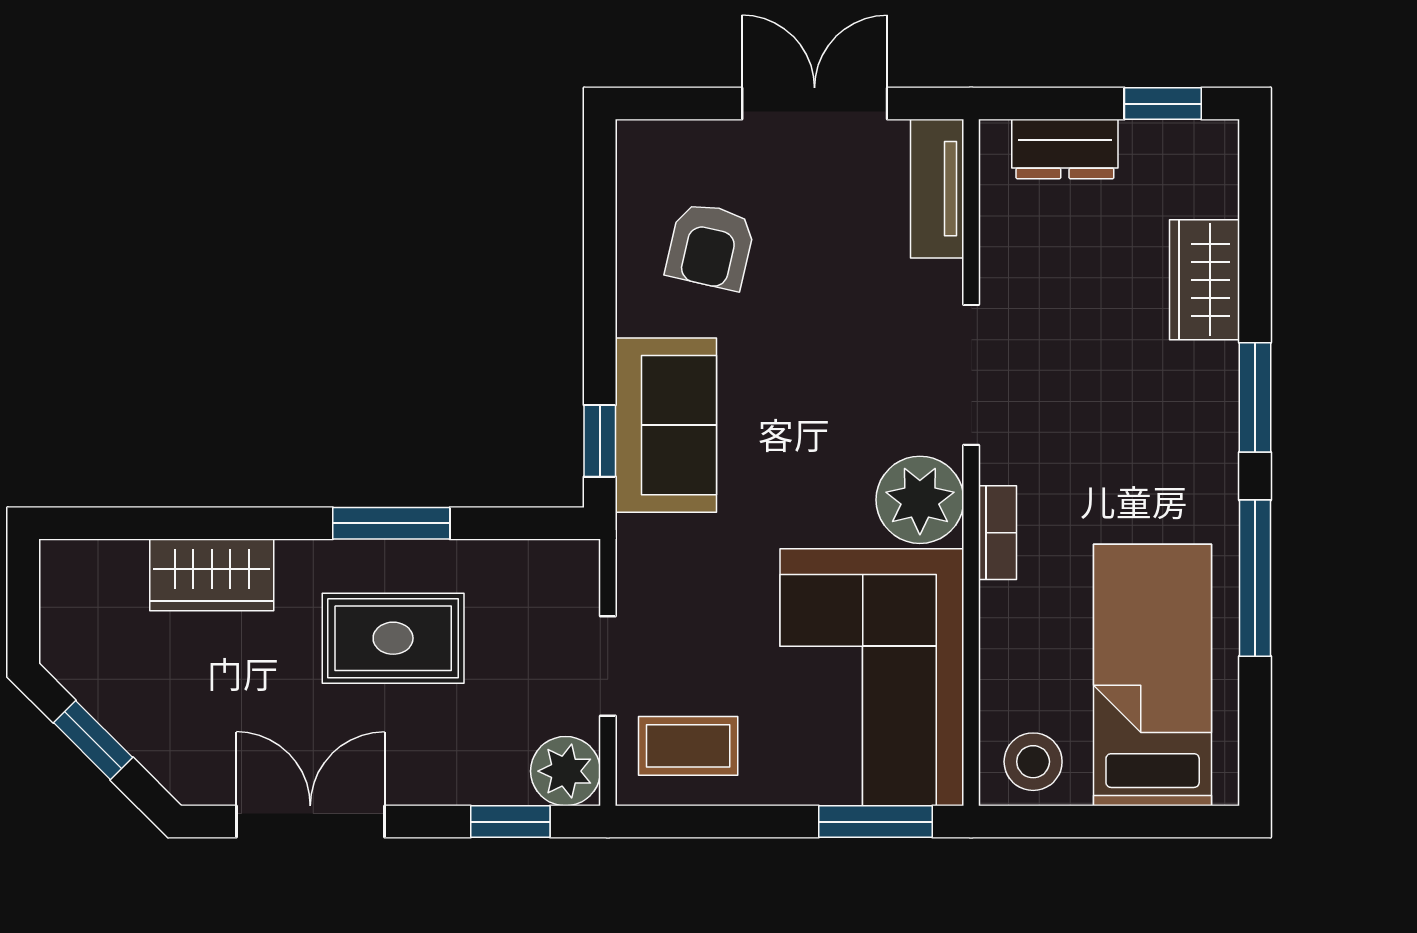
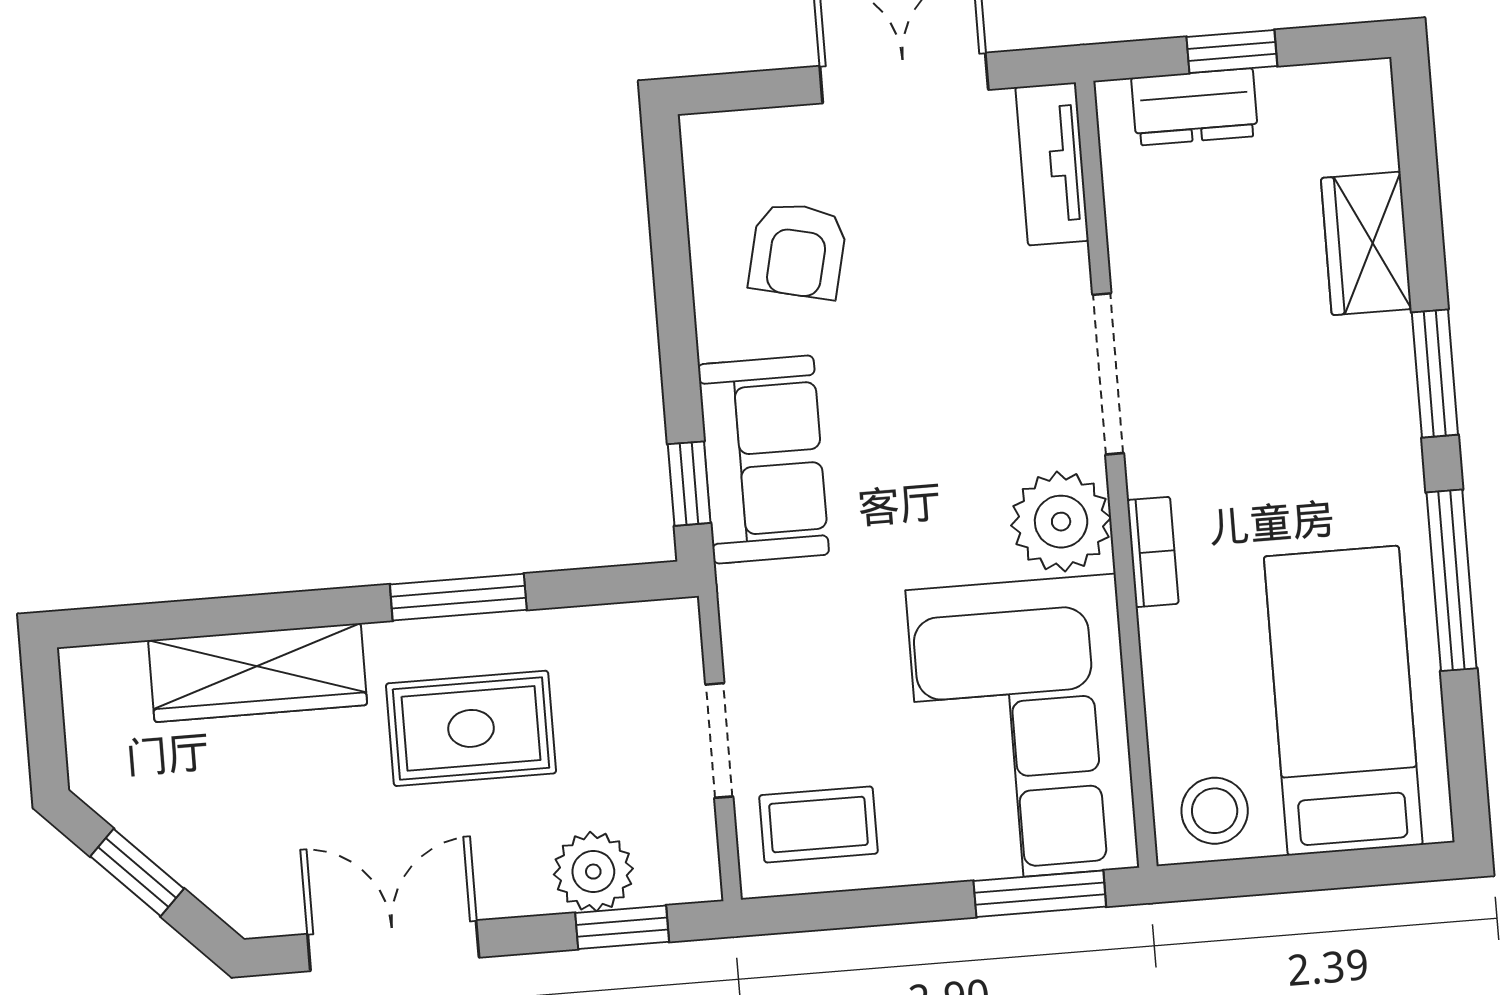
window: (1163, 104) -> (1232, 52), moved
wardrobe: (212, 575) -> (258, 673), width x1.50
plant: (566, 771) -> (593, 872), moved

